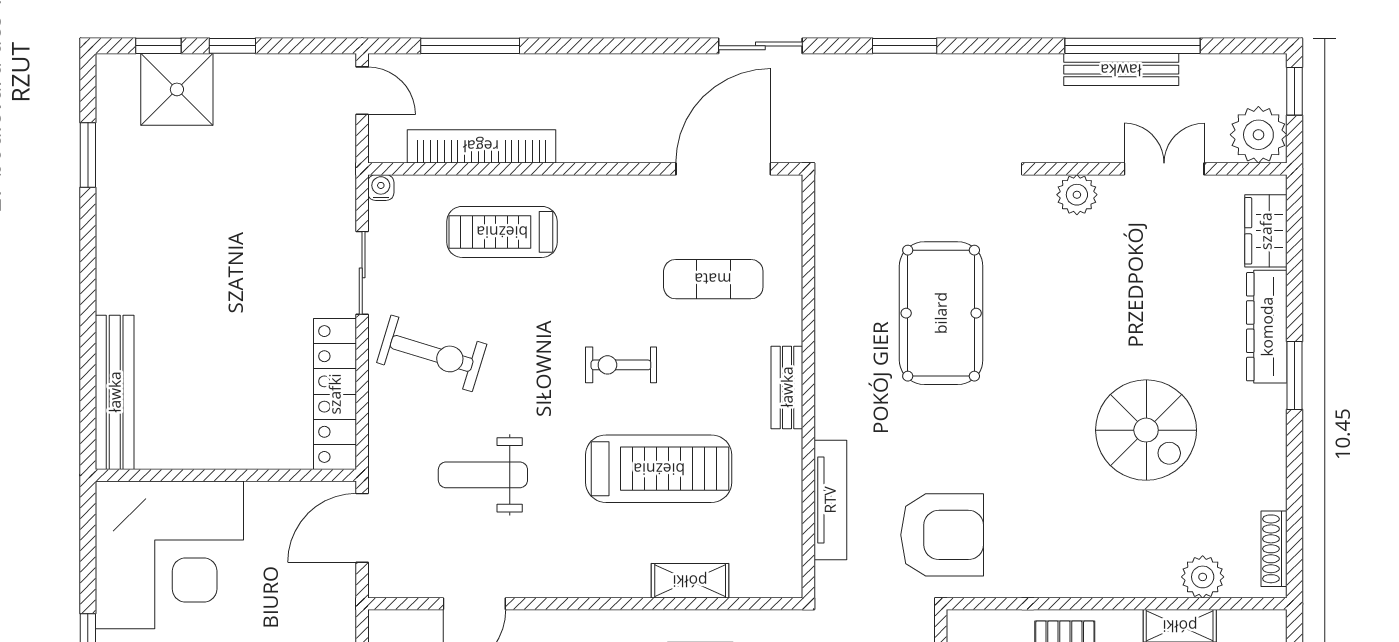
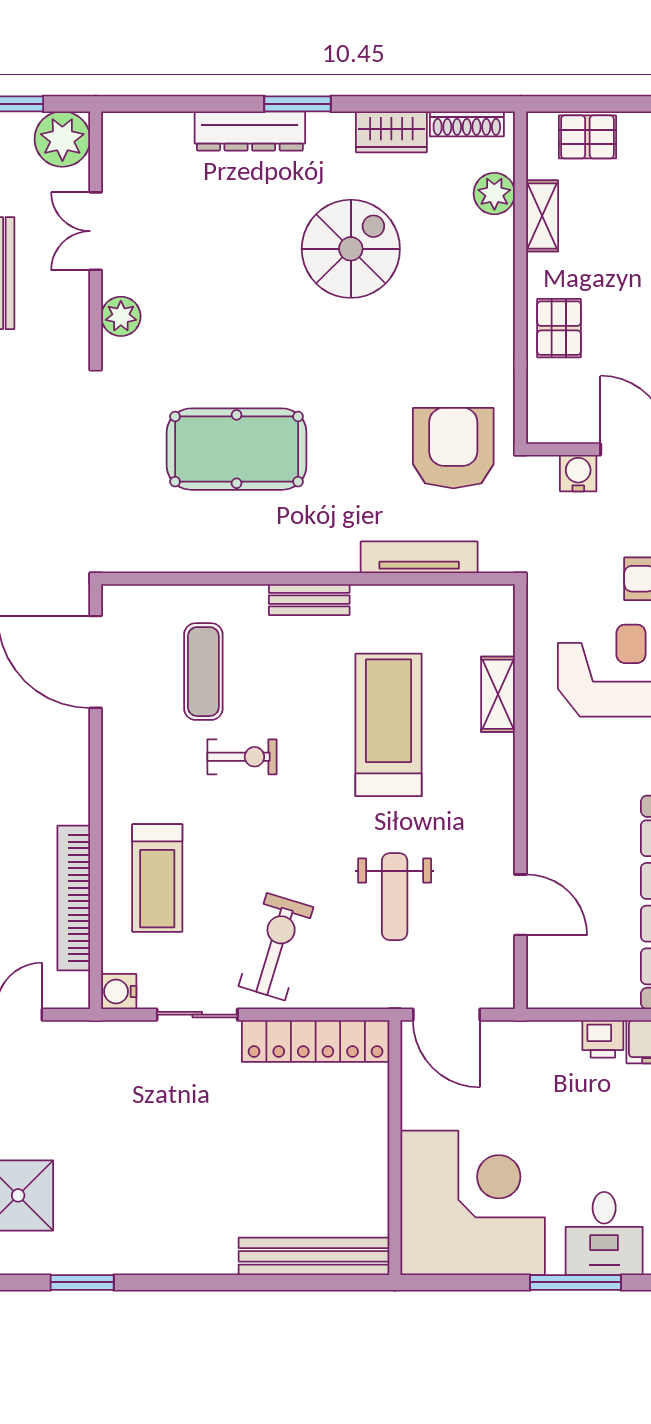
water cooler: (381, 188) -> (119, 991), width x1.38, depth x1.38
wardrobe: (1266, 231) -> (391, 132), moved
exercise bike: (621, 365) -> (242, 757), moved, turned -90

